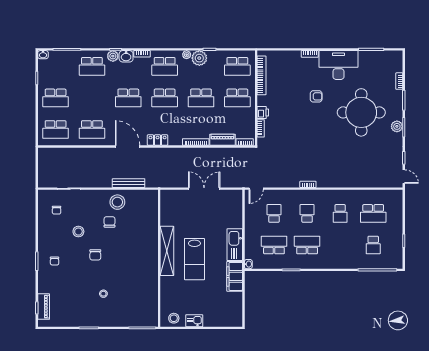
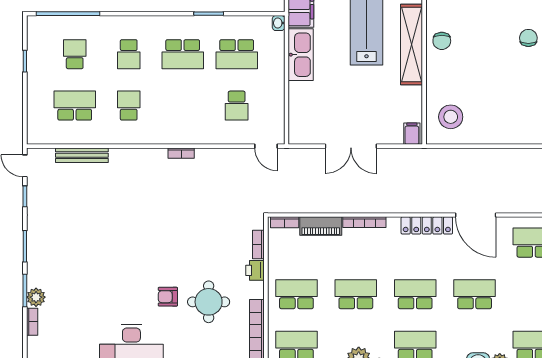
round table: (361, 112) -> (209, 302), moved, width x0.54, depth x0.54
plant: (397, 126) -> (36, 297), moved
locker: (158, 140) -> (427, 225), width x1.53
bench: (129, 183) -> (82, 155), moved
door: (256, 189) -> (266, 146), swing flipped
filing cabinet: (167, 196) -> (412, 134), added
stool: (117, 202) -> (451, 117), moved
school desk: (307, 213) -> (129, 54), moved
chair: (110, 222) -> (442, 41), moved

